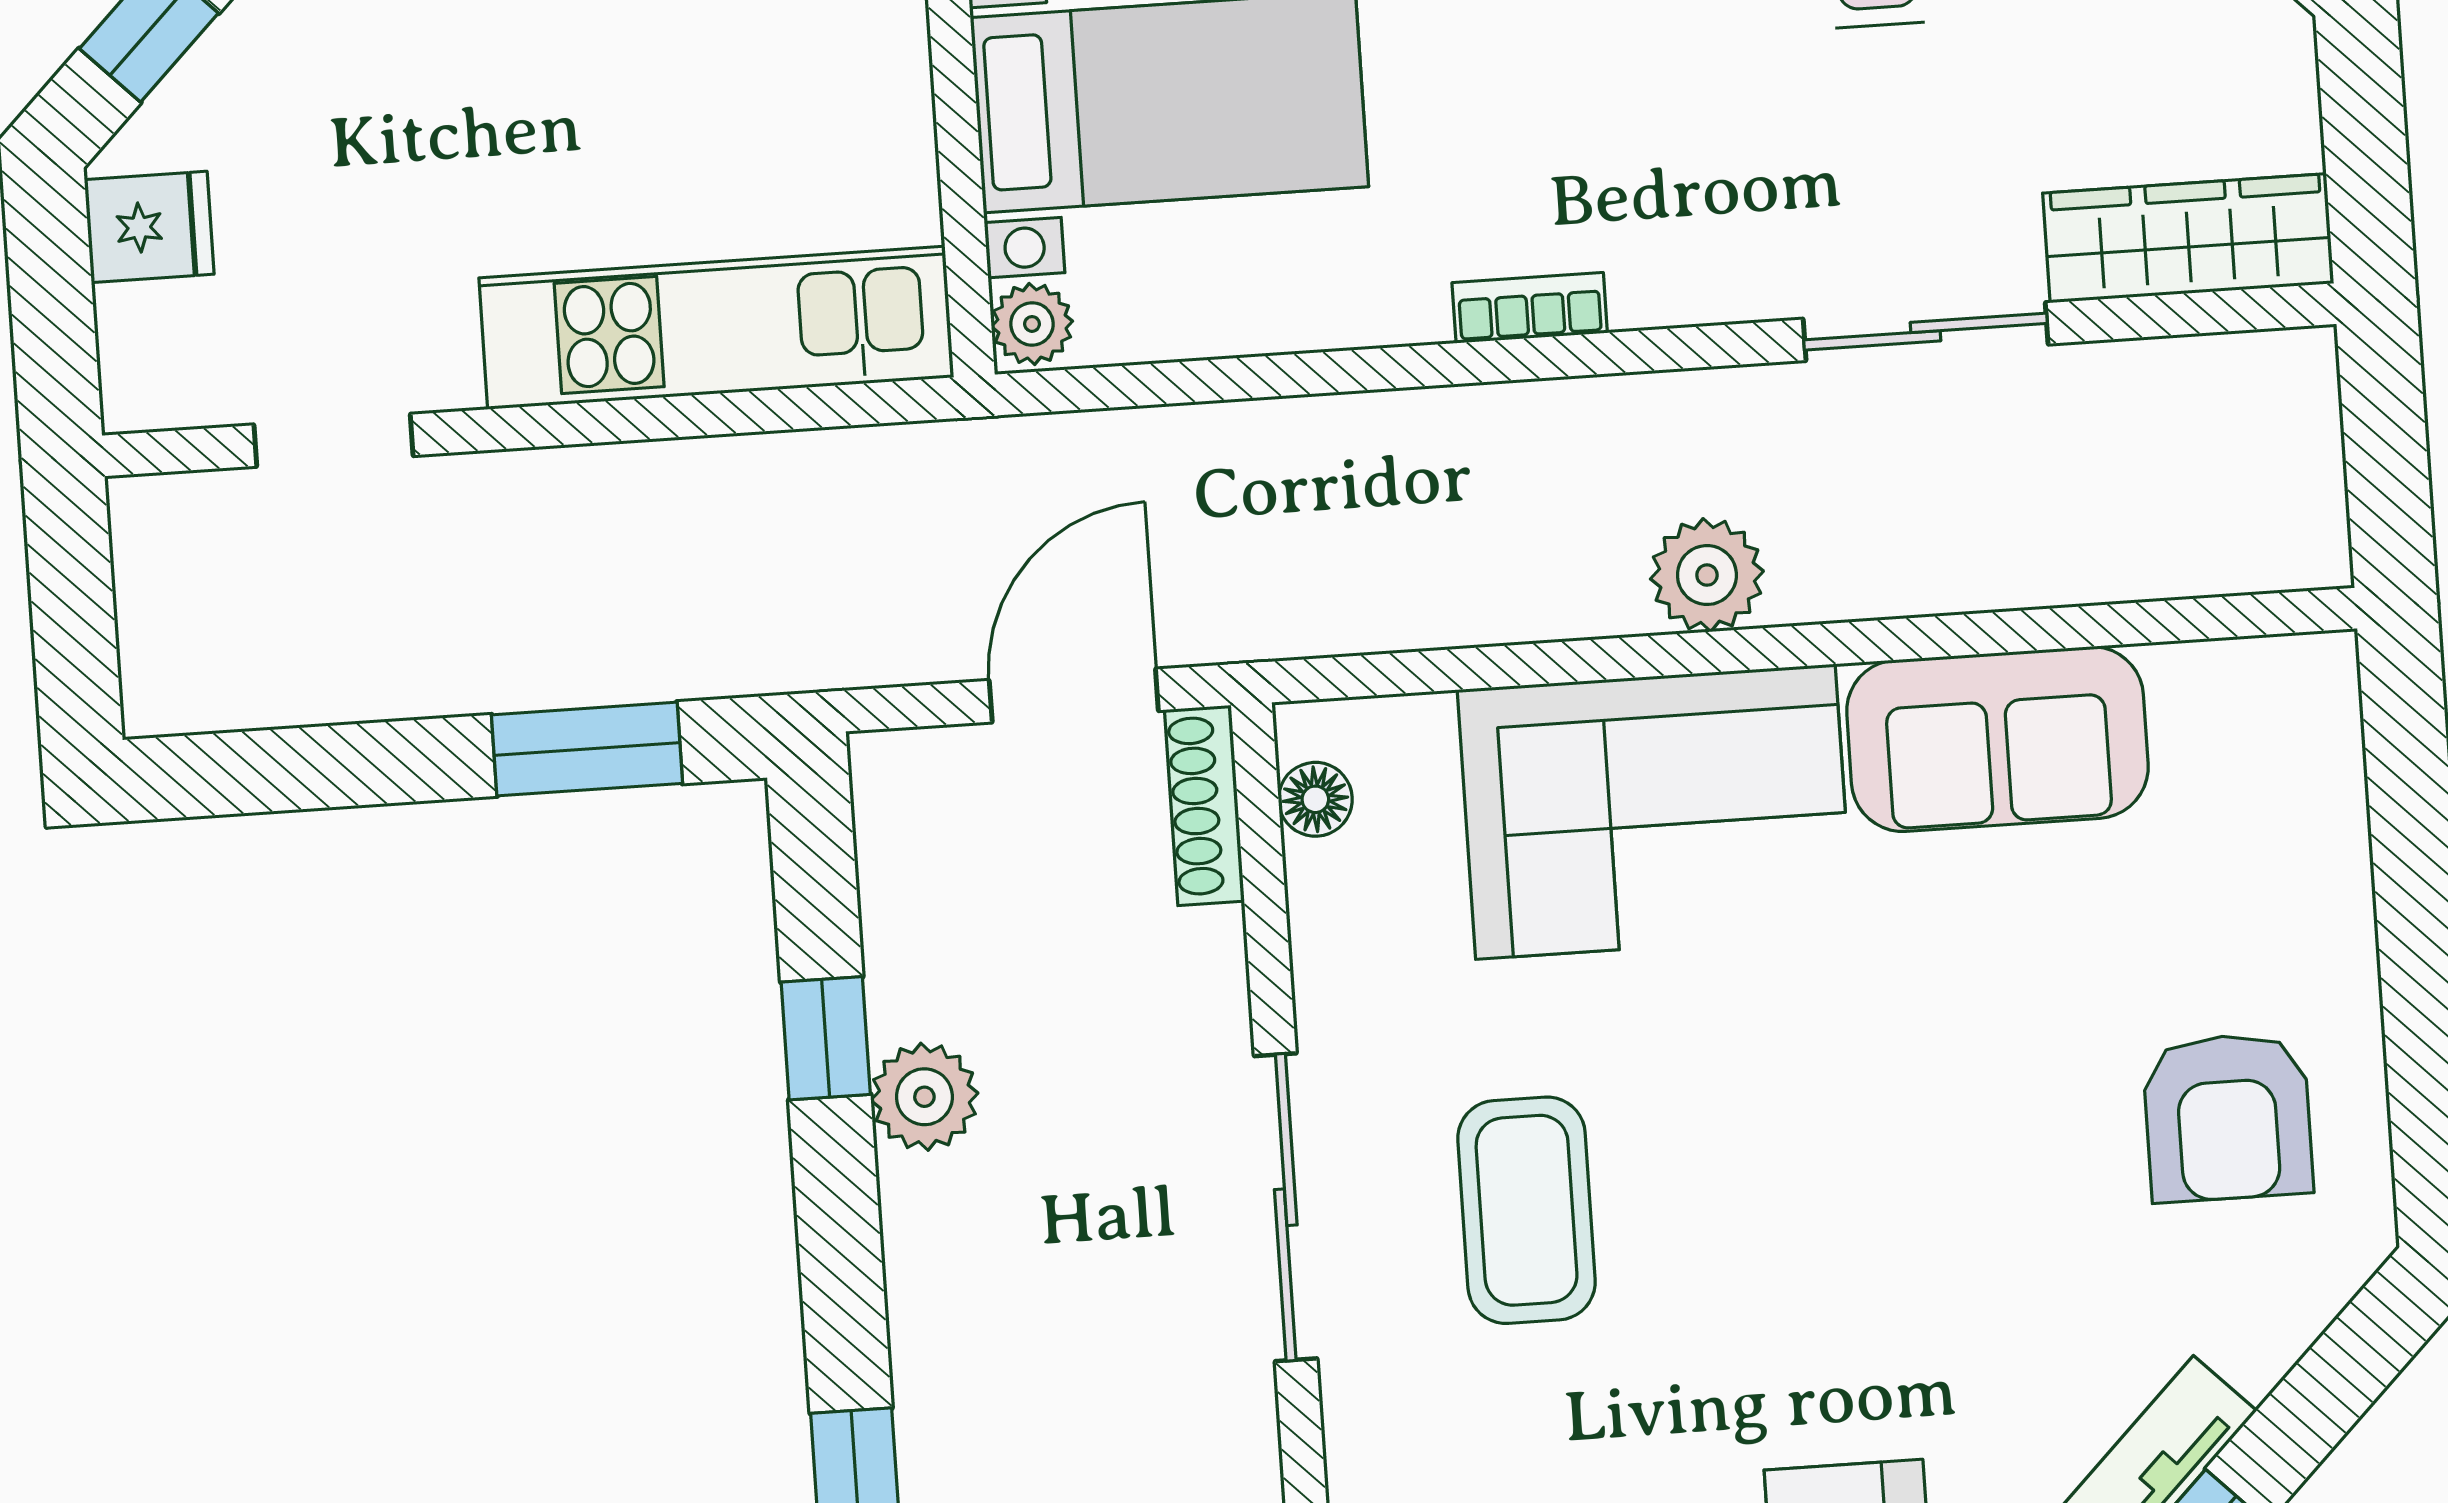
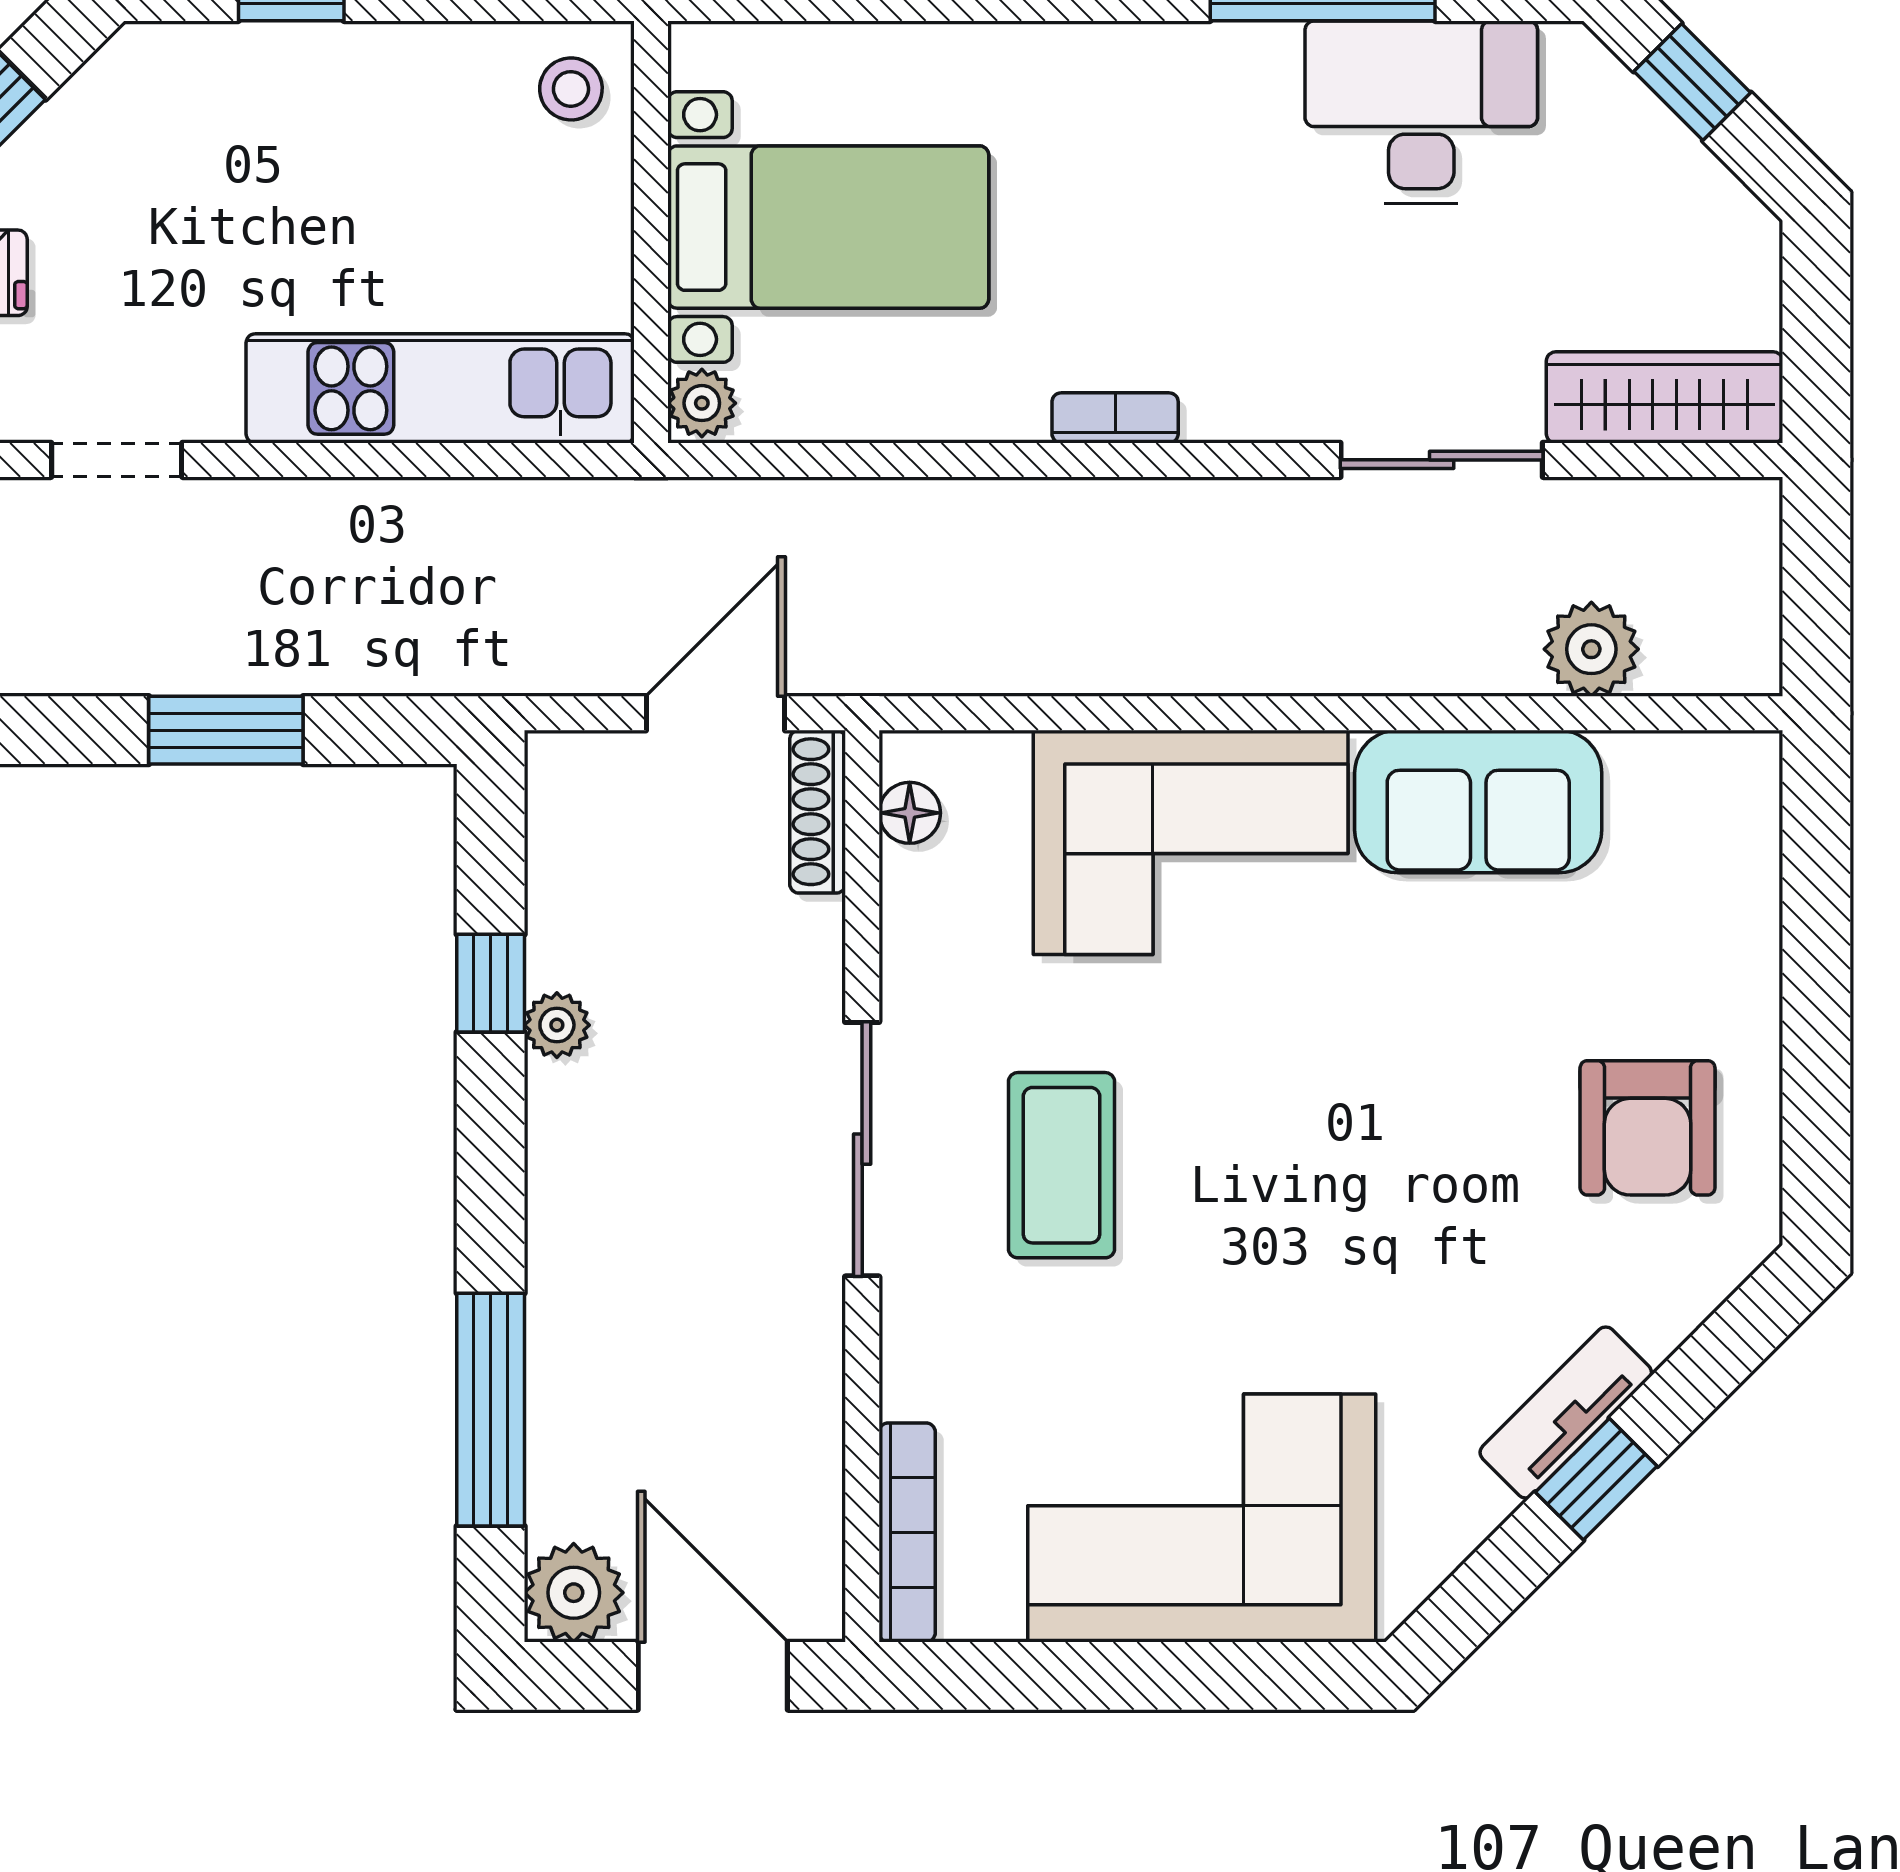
plant: (1707, 575) -> (1591, 649), moved
window: (587, 749) -> (226, 730), moved
plant: (924, 1097) -> (557, 1025), width x0.73, depth x0.73

